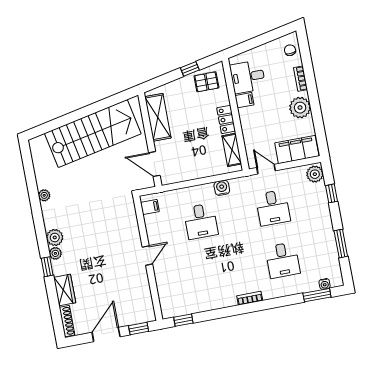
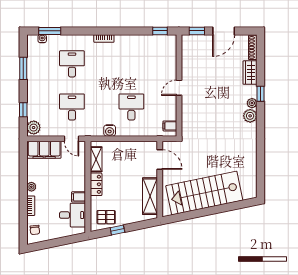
plant: (300, 108) -> (31, 187), width x0.53, depth x0.53
plant: (44, 195) -> (252, 151), removed

